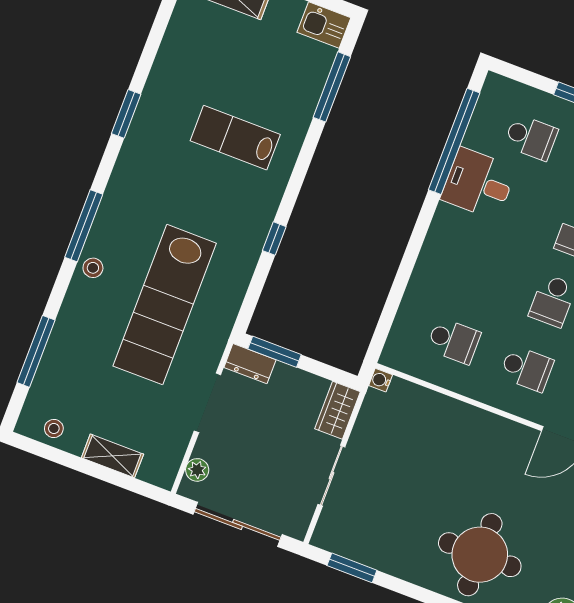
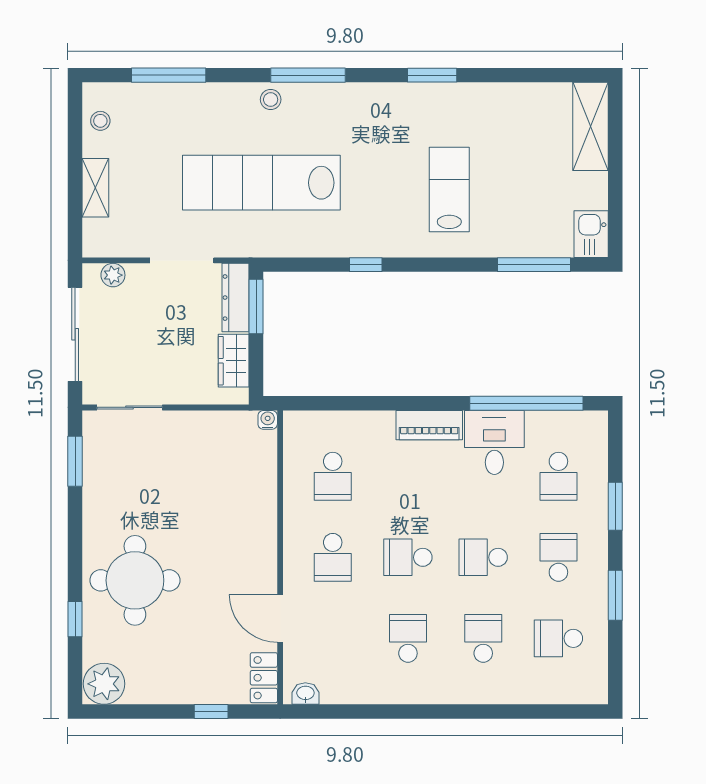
piano: (441, 236) -> (429, 425), added
dresser: (250, 364) -> (236, 298), width x1.44
wardrobe: (338, 410) -> (234, 361), moved, turned -90
sliding door: (331, 476) -> (130, 407), moved

